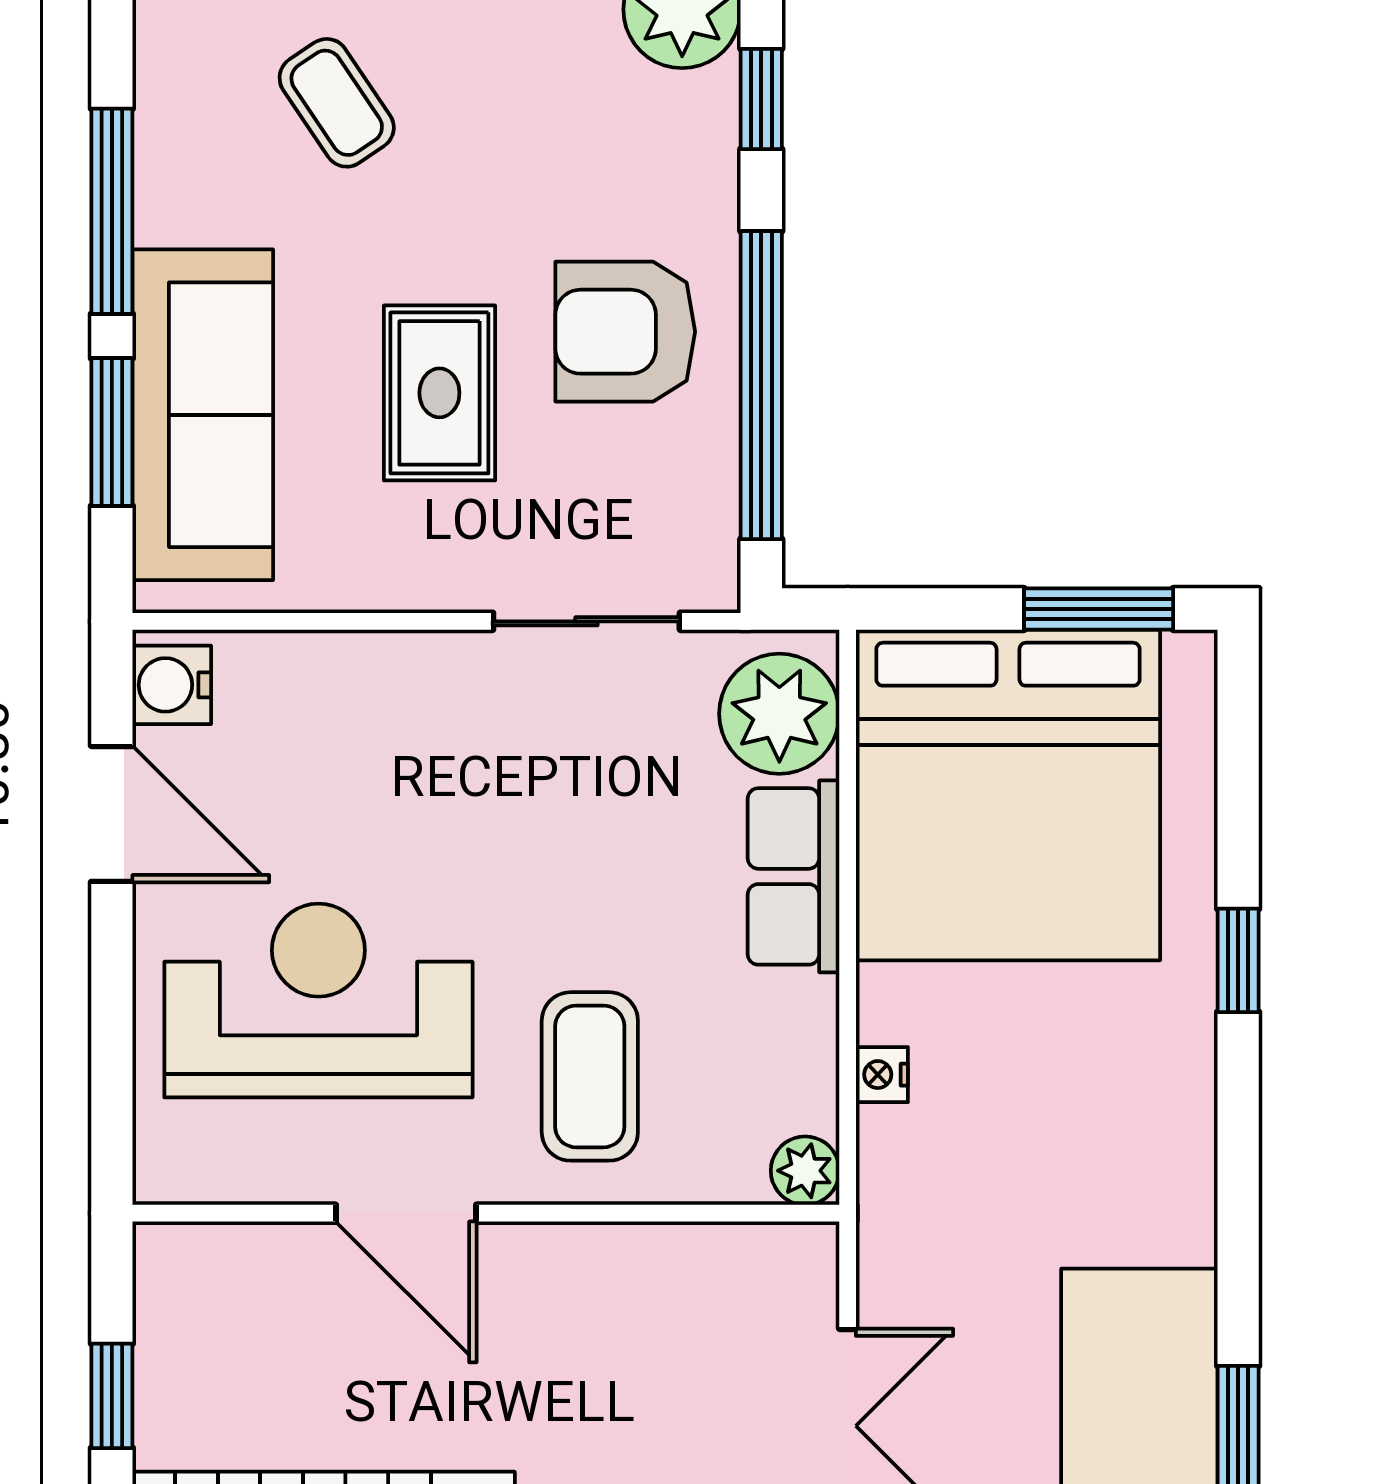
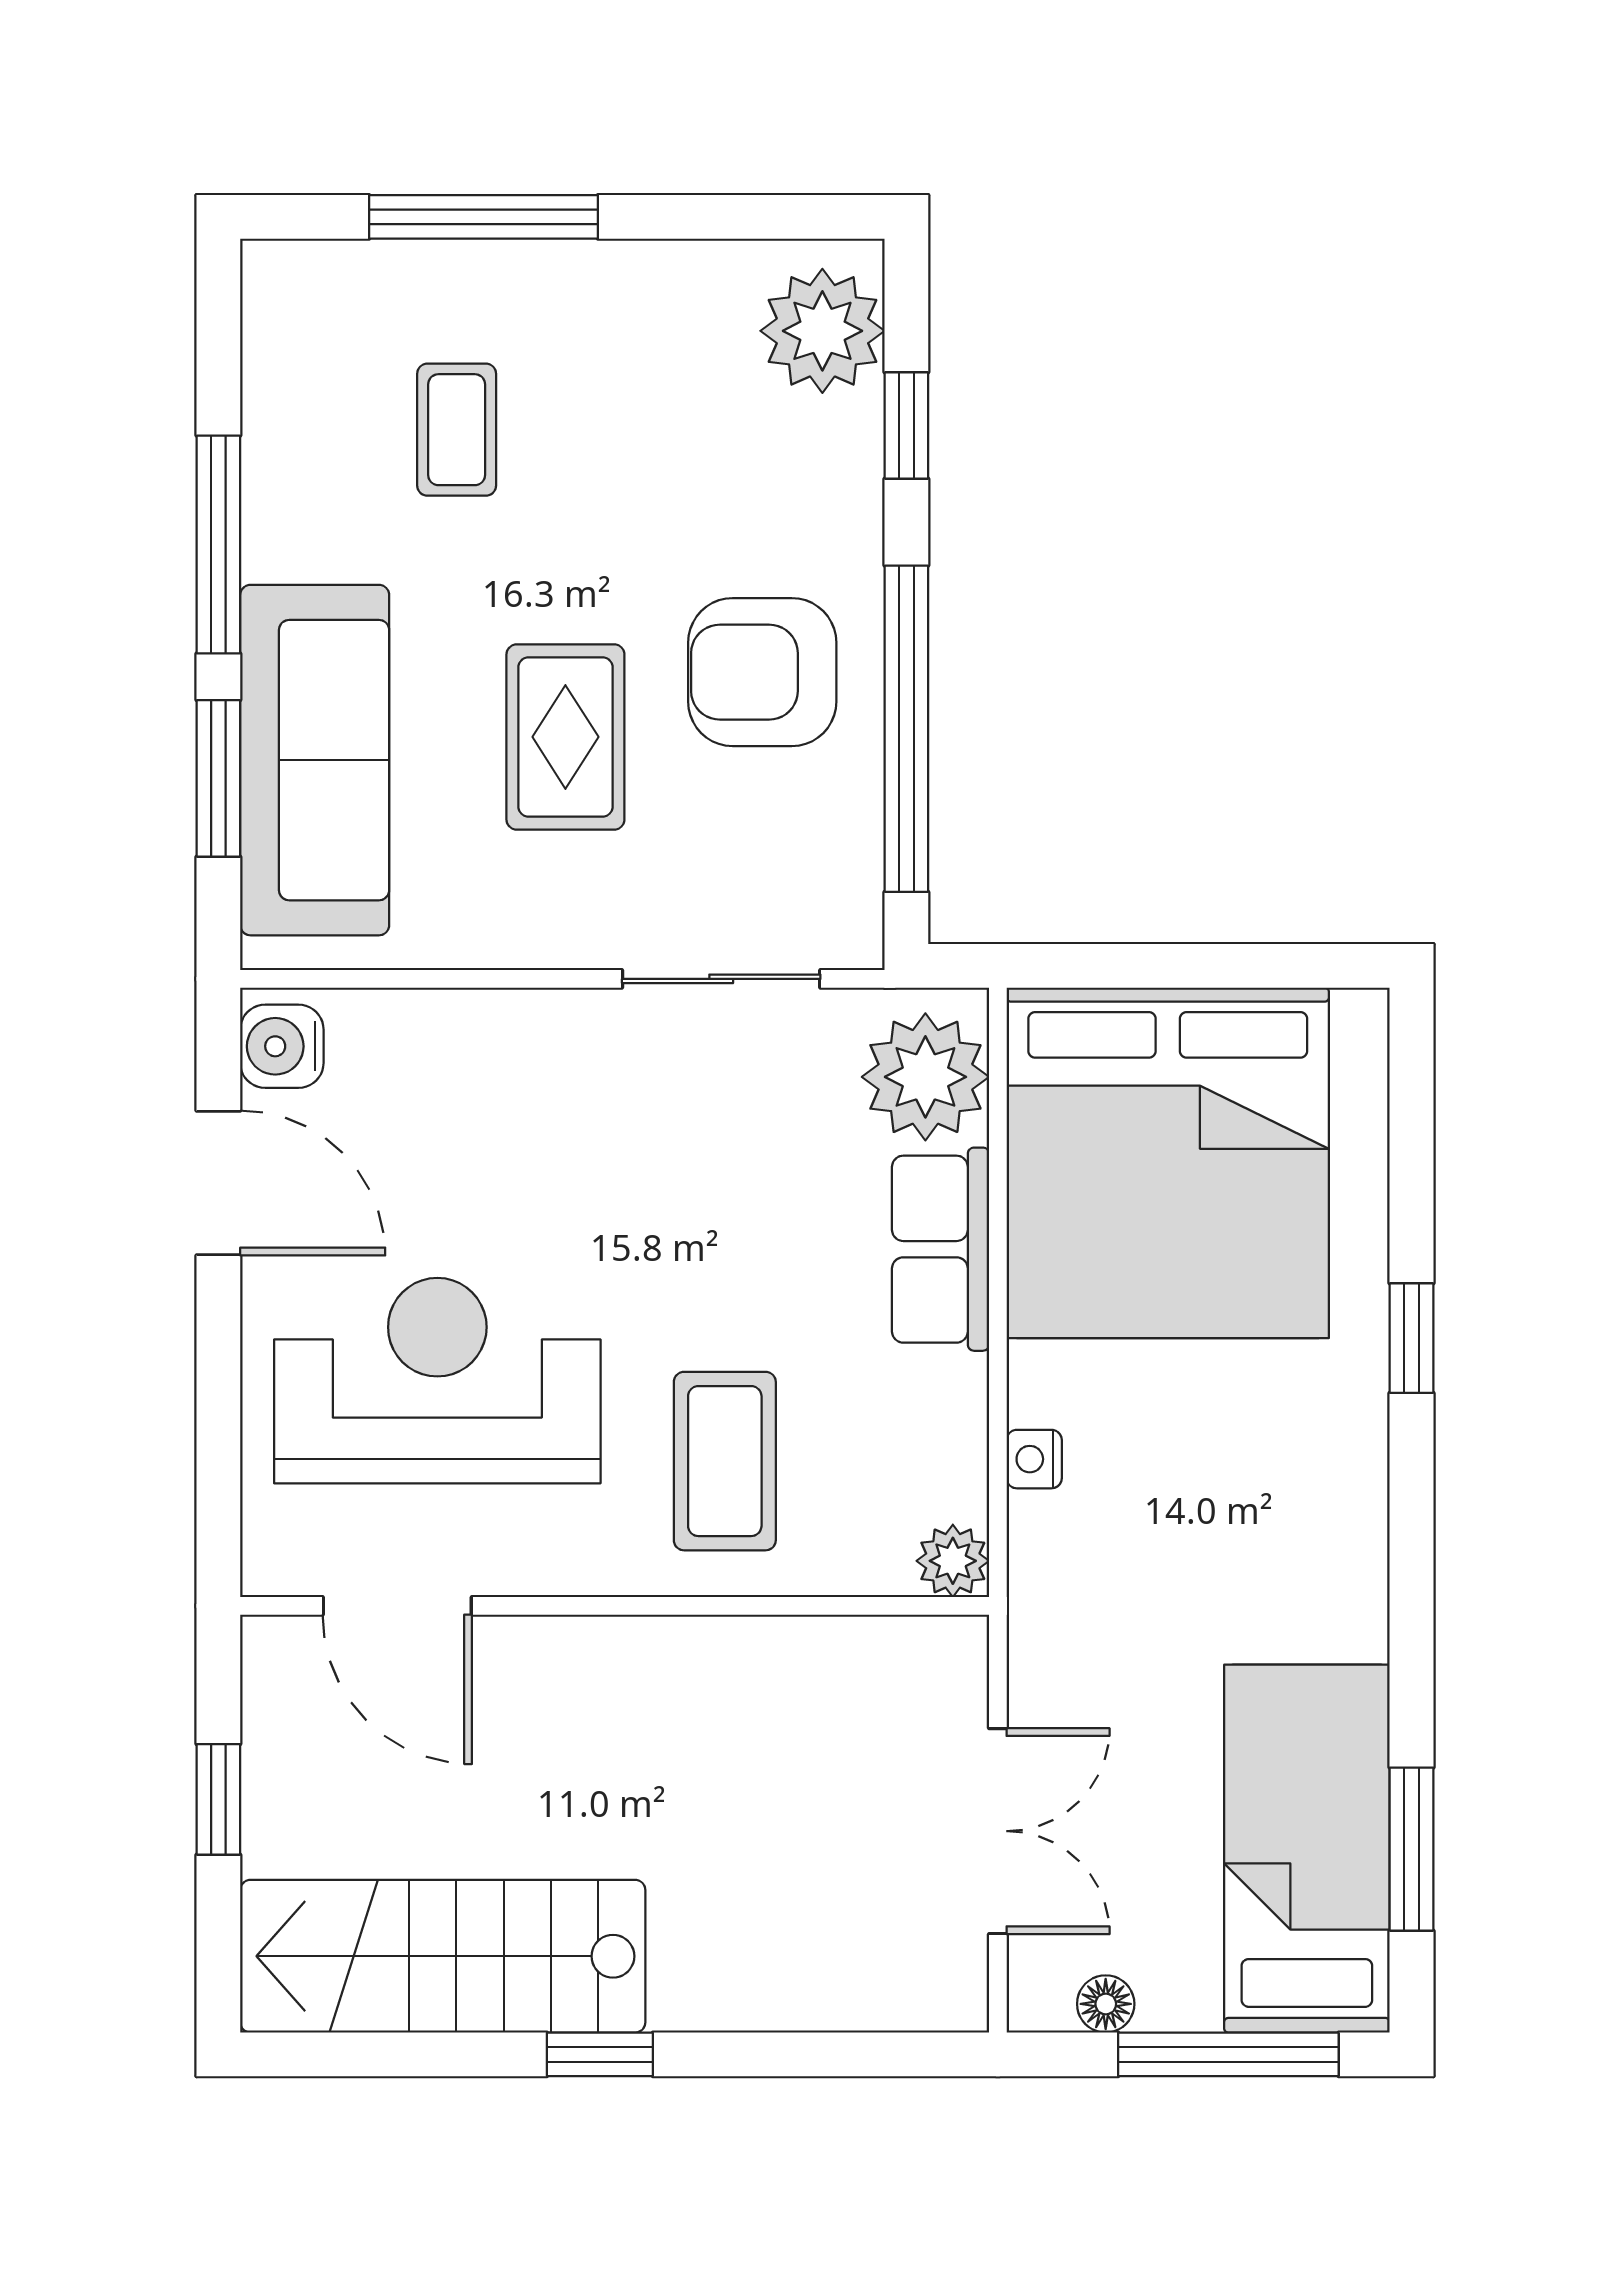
coffee table: (337, 103) -> (457, 430), turned 34
window: (1099, 609) -> (1264, 966), removed
door: (406, 1213) -> (397, 1606), moved

